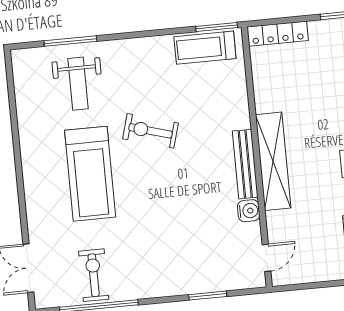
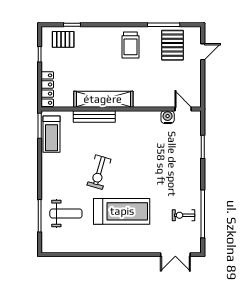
shelving: (273, 161) -> (103, 99), moved
bench: (245, 164) -> (94, 116), moved
water cooler: (249, 211) -> (168, 117), moved
exercise bike: (94, 275) -> (184, 215), width x0.73, depth x0.72

